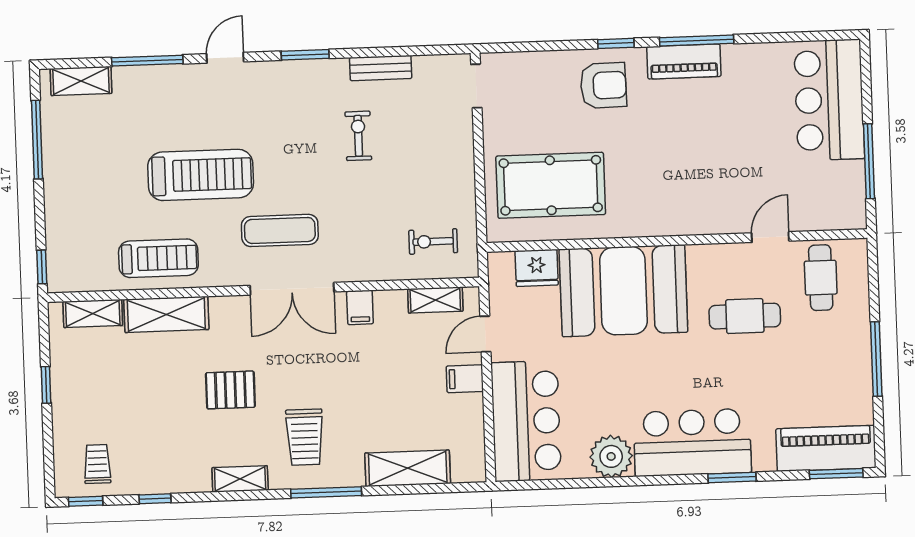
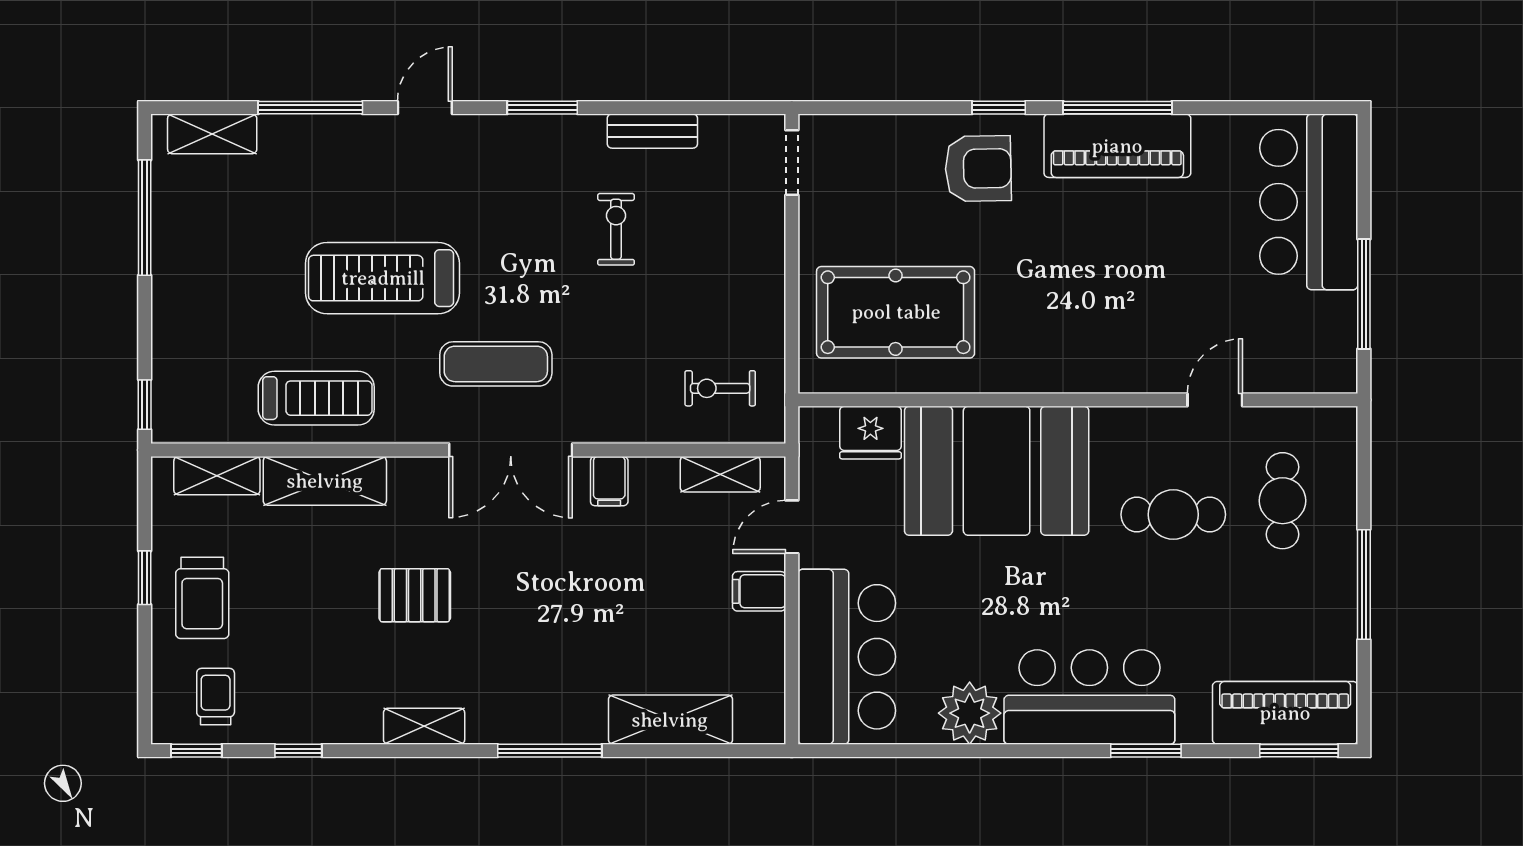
piano: (684, 62) -> (1117, 146), width x1.37, depth x1.33
treadmill: (201, 175) -> (383, 278), turned 180
cafe table: (821, 278) -> (1283, 501), moved
trolley: (305, 437) -> (202, 598), moved

